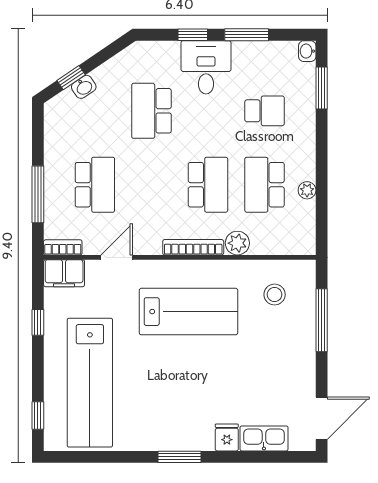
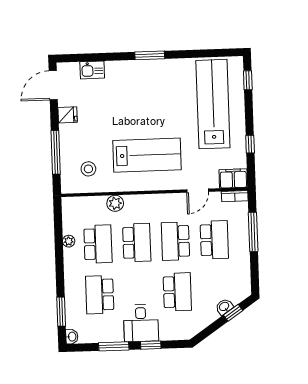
school desk: (265, 111) -> (100, 295), width x1.85
school desk: (95, 185) -> (214, 240), turned 180
school desk: (151, 185) -> (175, 241), added
school desk: (208, 185) -> (137, 243), turned 180
bookcase: (193, 247) -> (145, 199), removed
lab bench: (188, 312) -> (147, 155), turned 180
fridge: (227, 437) -> (68, 115), moved, turned -90
kitchen sink: (264, 438) -> (92, 70), width x0.73

